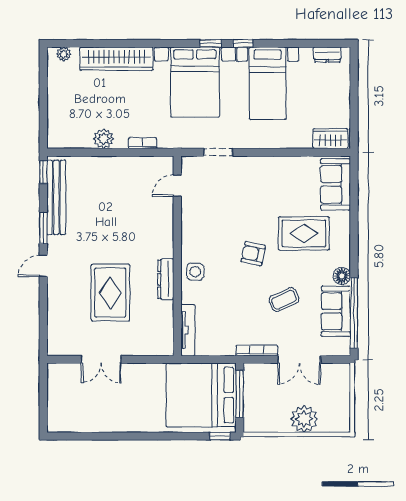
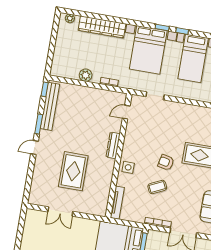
dresser: (166, 279) -> (113, 145), moved
coffee table: (284, 300) -> (157, 187), moved

